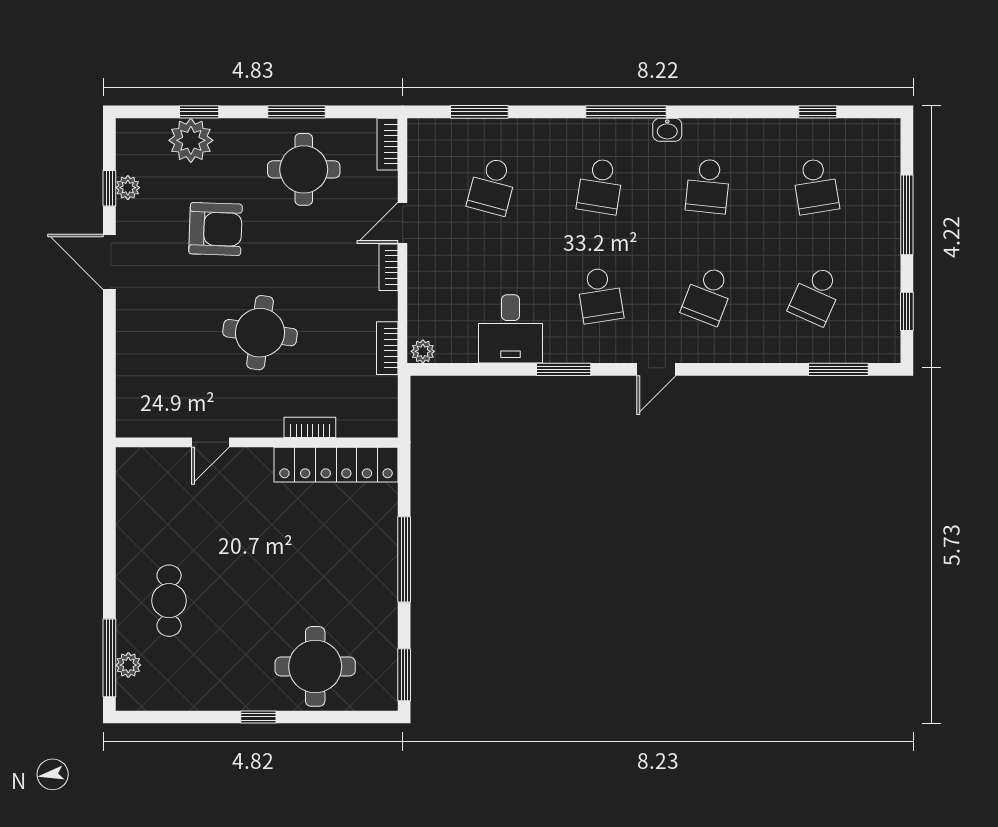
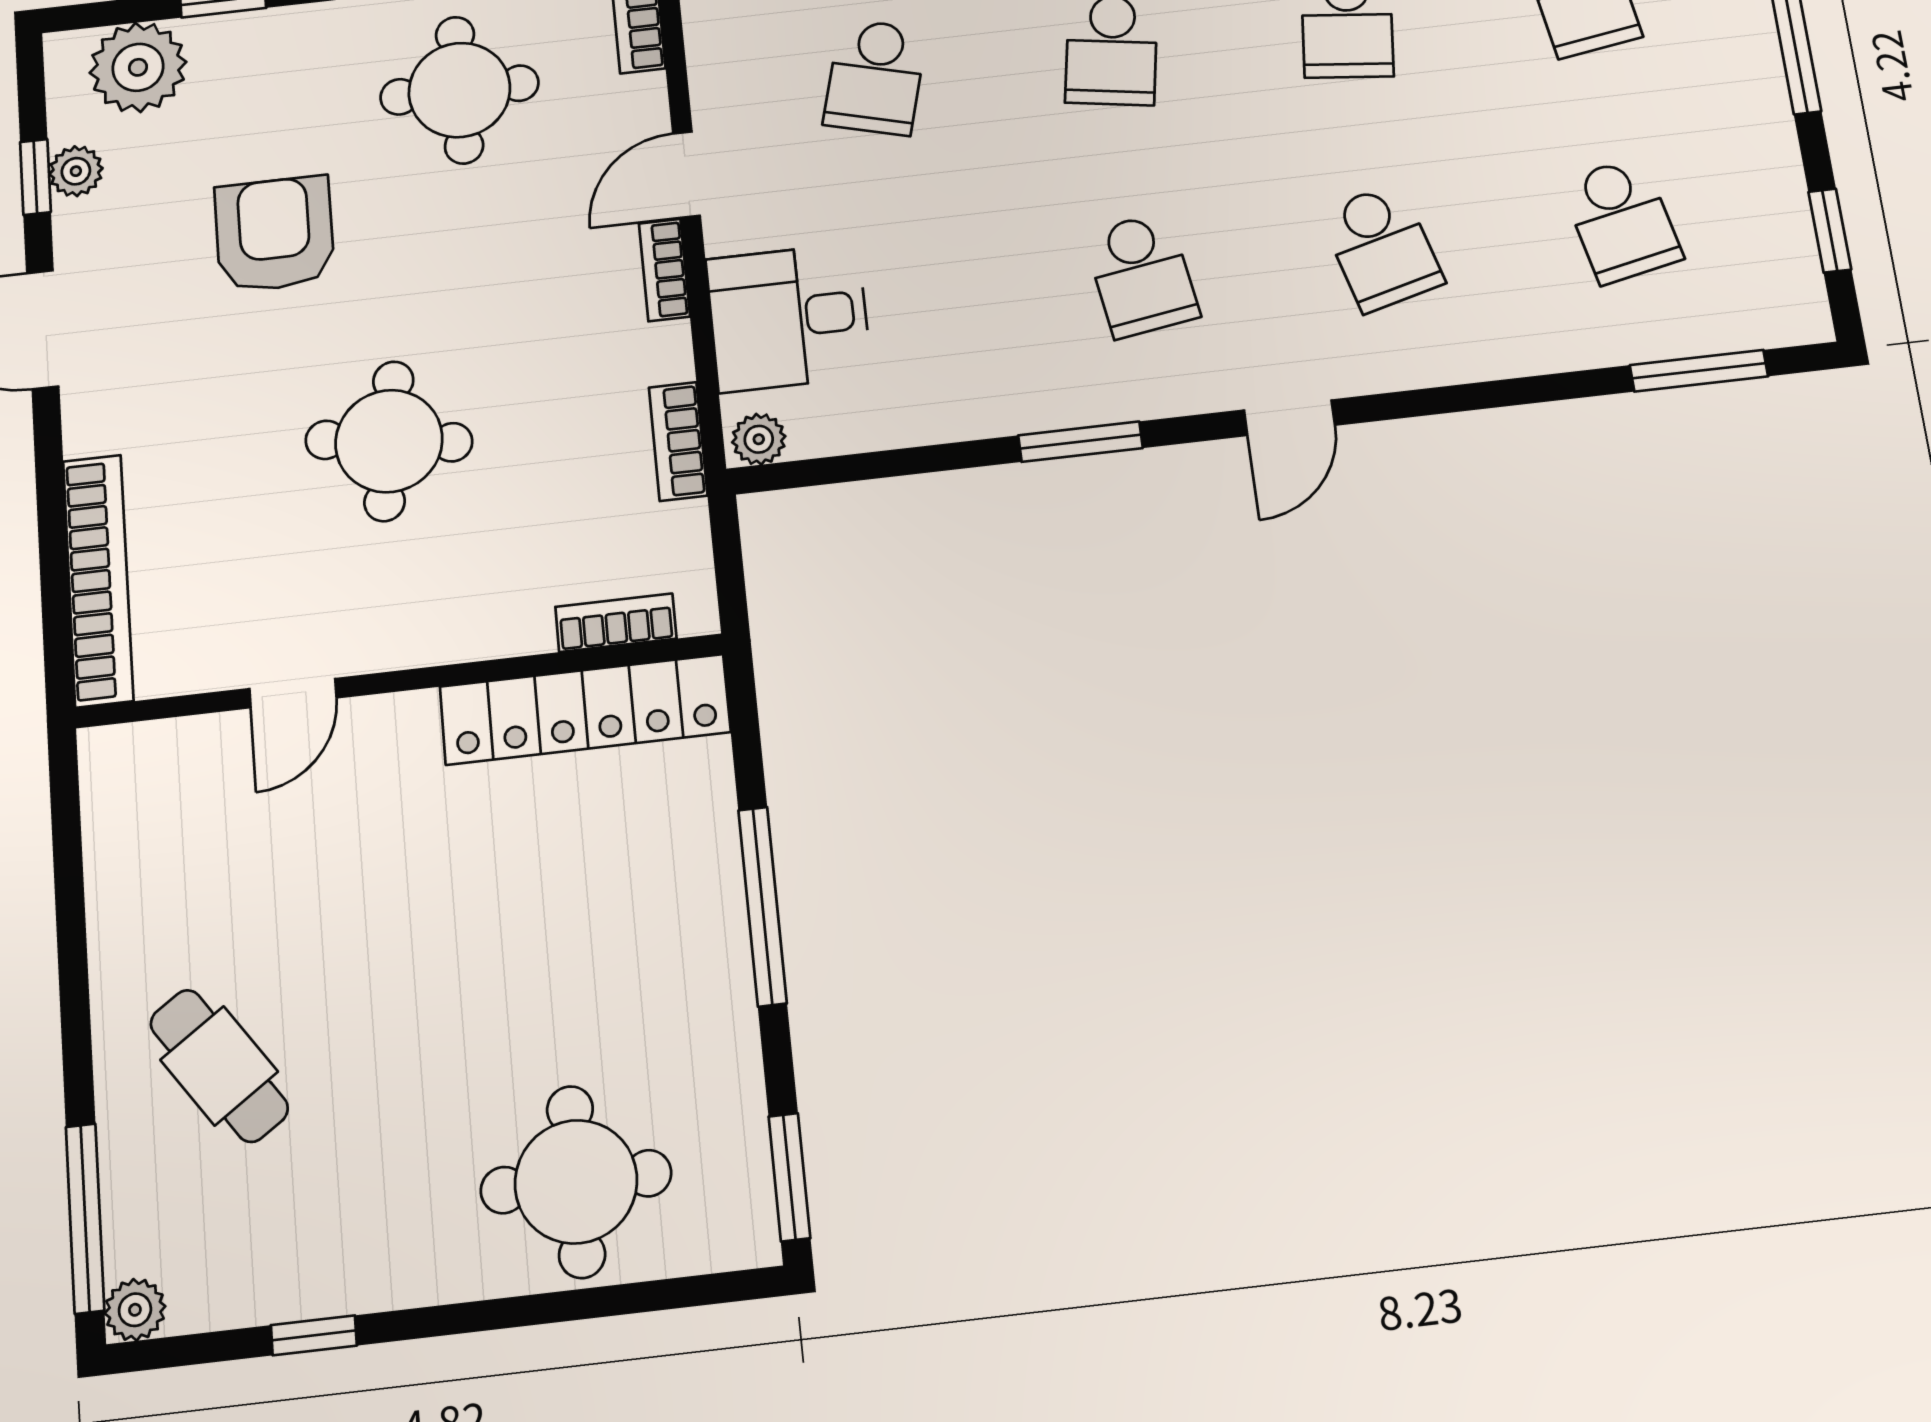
plant: (191, 140) -> (138, 67), moved
armchair: (216, 229) -> (274, 234), turned -92
school desk: (708, 295) -> (1381, 247), turned -36
school desk: (816, 295) -> (1621, 220), turned -36
desk: (510, 329) -> (789, 318), moved, turned 90
bookcase: (128, 381) -> (98, 580), added
bookcase: (310, 427) -> (616, 623), moved
cafe table: (169, 601) -> (219, 1066), turned -35
plant: (128, 665) -> (135, 1310), moved
window: (258, 717) -> (314, 1335), moved

